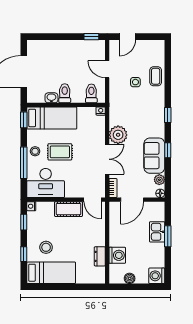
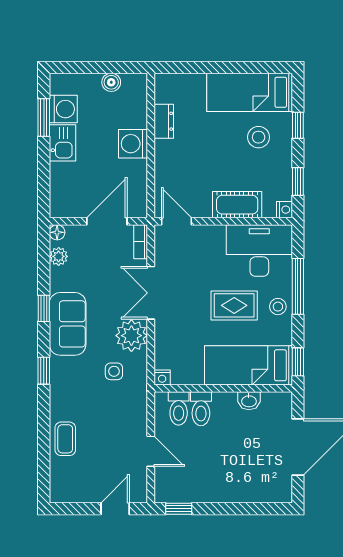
side table: (135, 82) -> (114, 371), moved
toilet: (65, 93) -> (201, 409), moved
sofa: (154, 156) -> (68, 324), moved
cot: (68, 209) -> (237, 205), moved
kitchen sink: (157, 232) -> (63, 143), moved
window: (168, 236) -> (44, 117), moved
washing machine: (117, 255) -> (133, 144), moved
washing machine: (157, 276) -> (63, 109), moved

